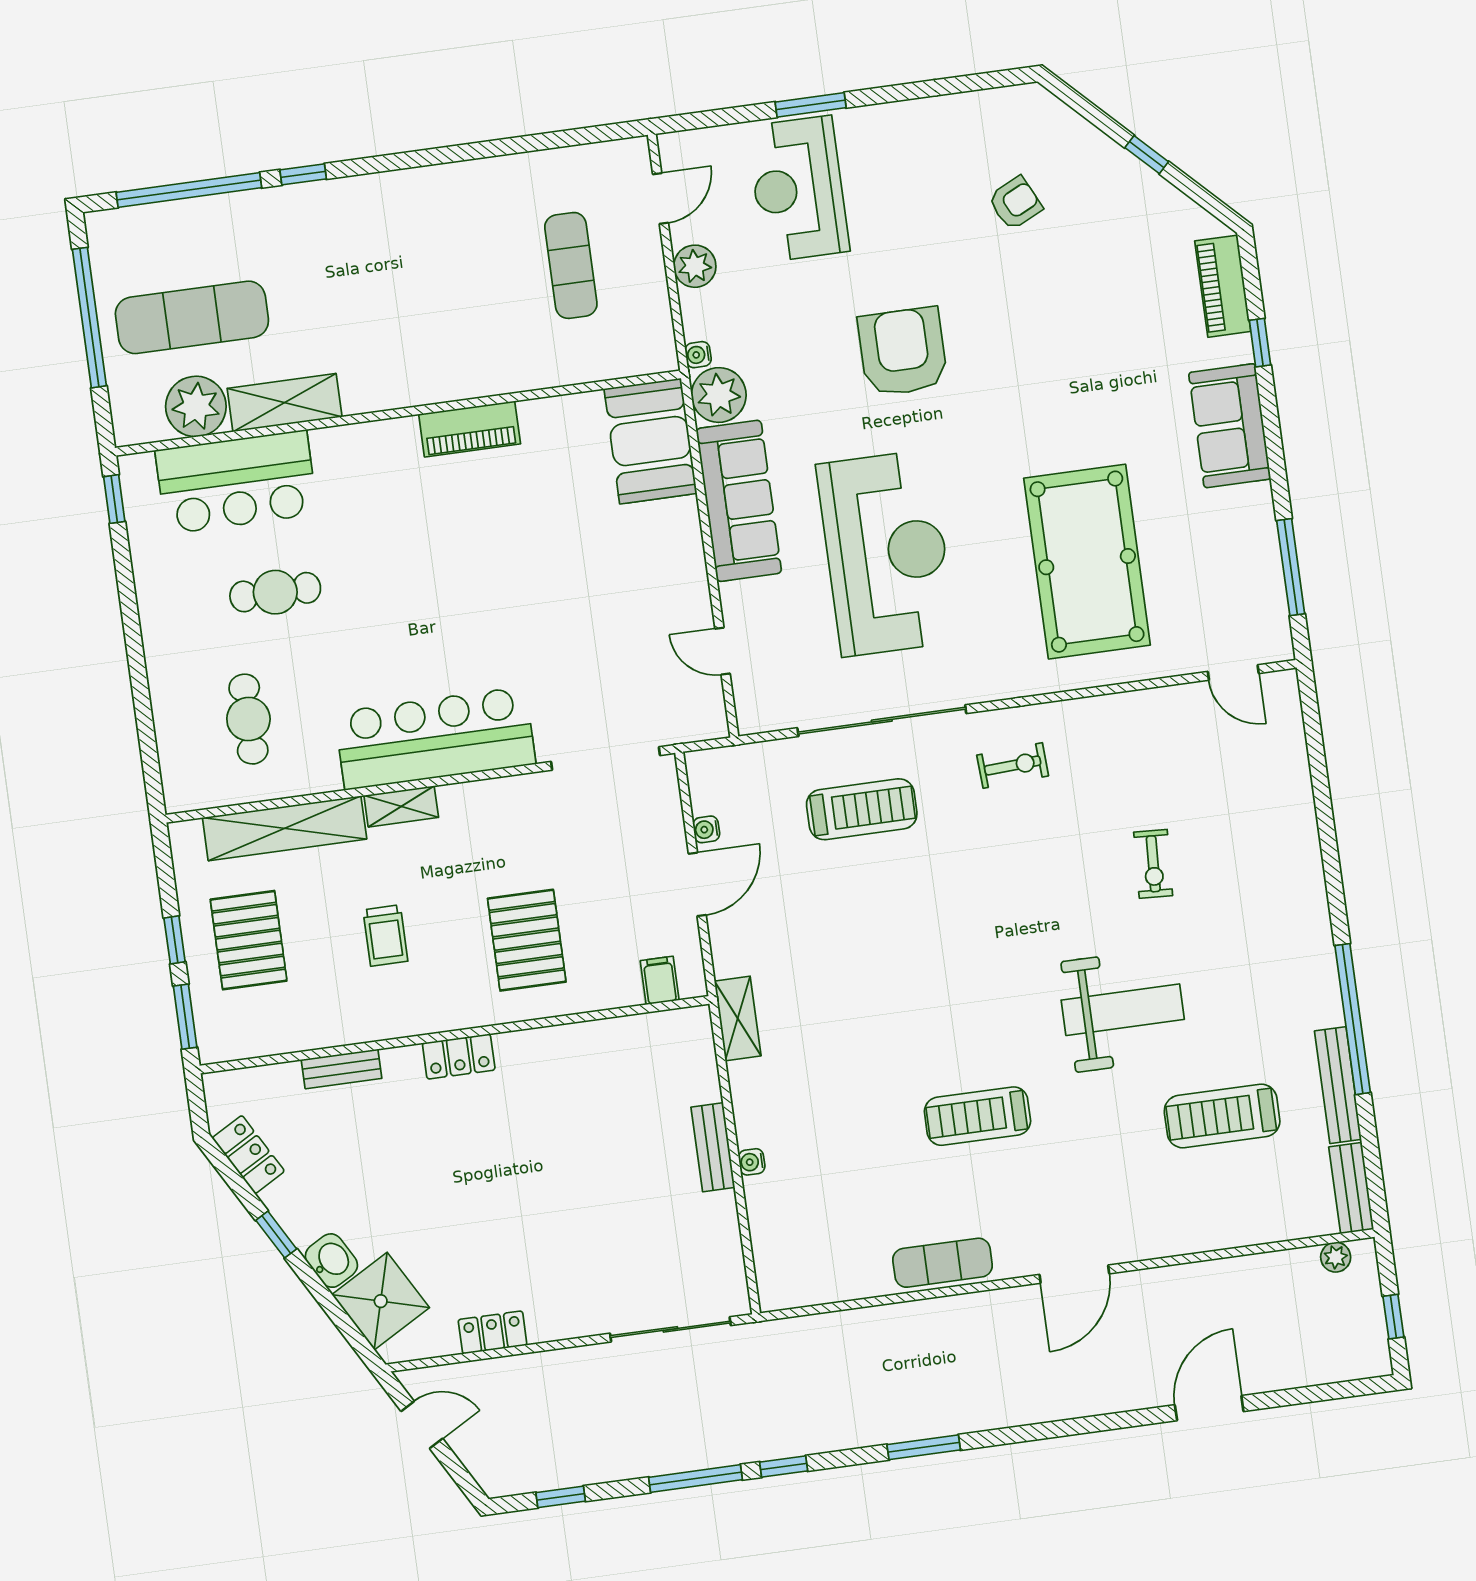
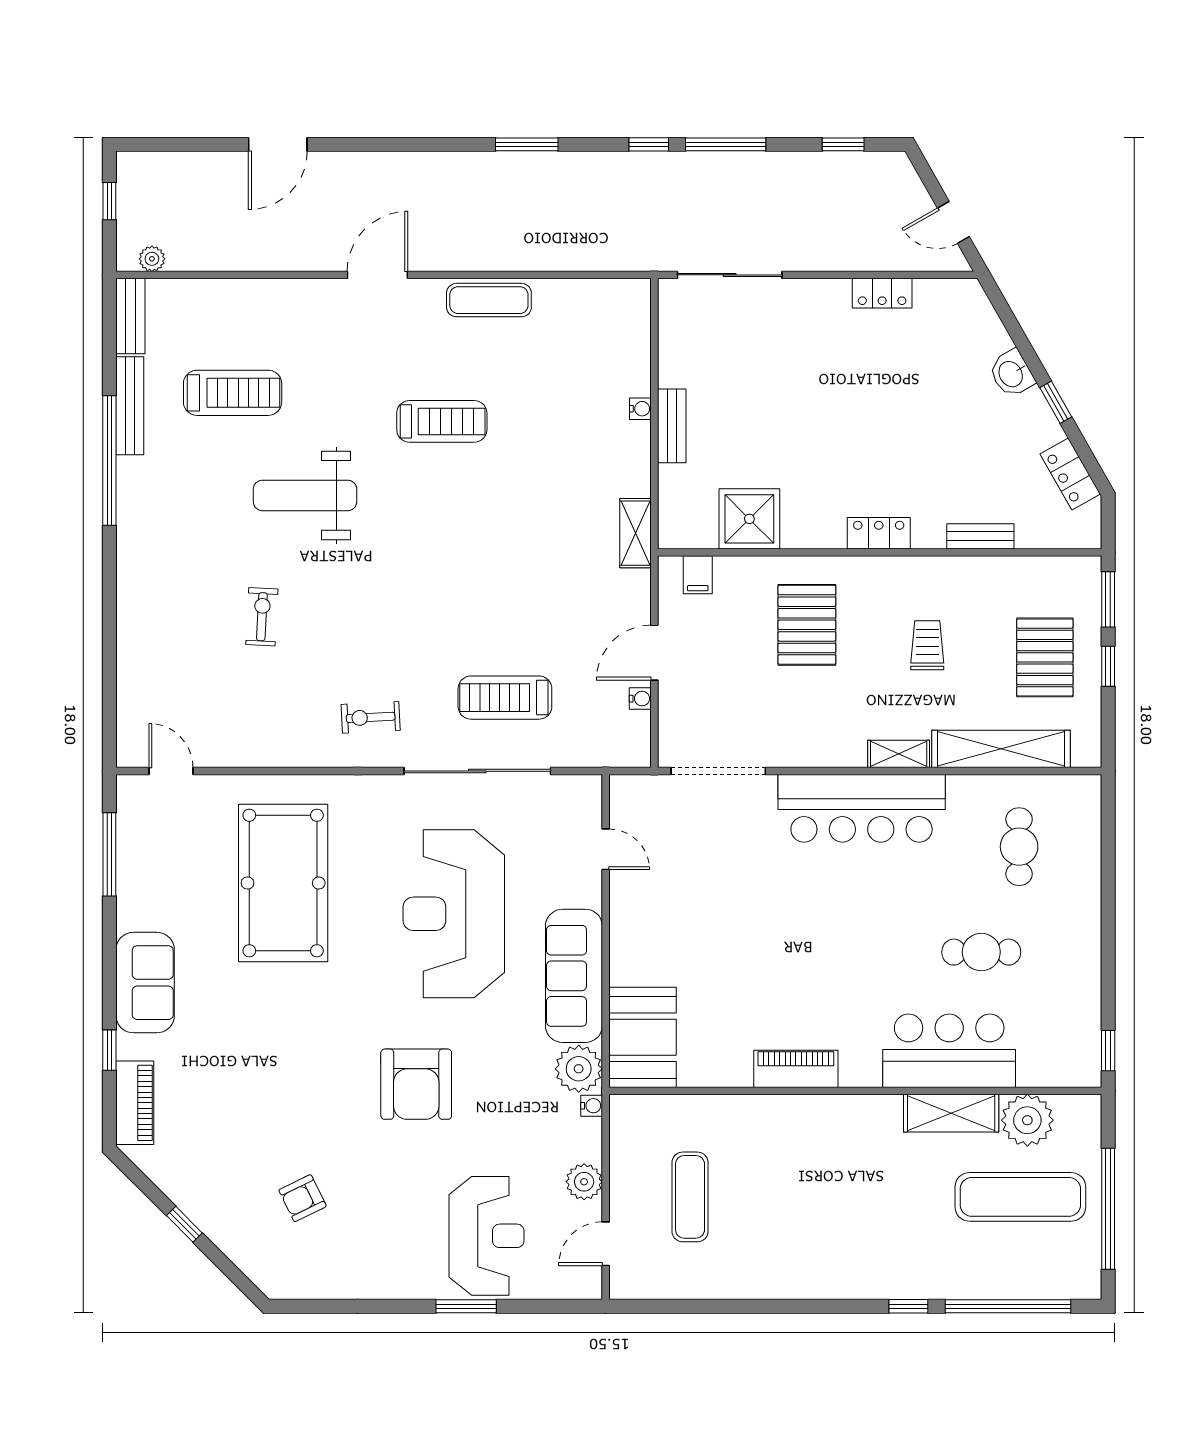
bar counter: (236, 482) -> (949, 1051), moved
shower: (381, 1301) -> (749, 519), moved, turned 30

